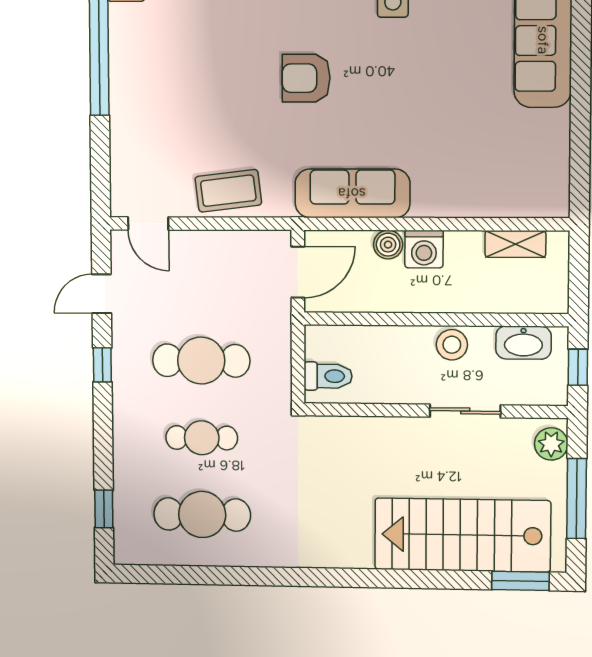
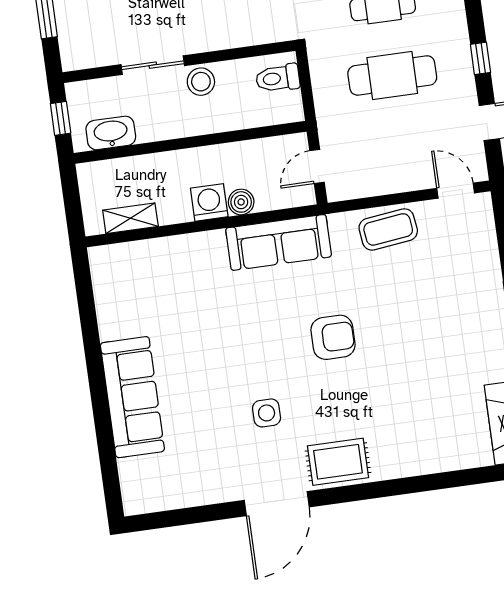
door: (298, 272) -> (317, 166), width x0.73
stool: (452, 345) -> (201, 82), moved
plant: (551, 444) -> (74, 47), removed

